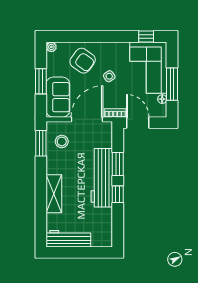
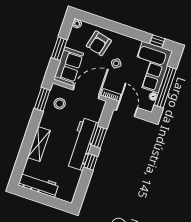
armchair: (83, 61) -> (99, 43), turned 68
window: (172, 84) -> (165, 87), width x1.46

